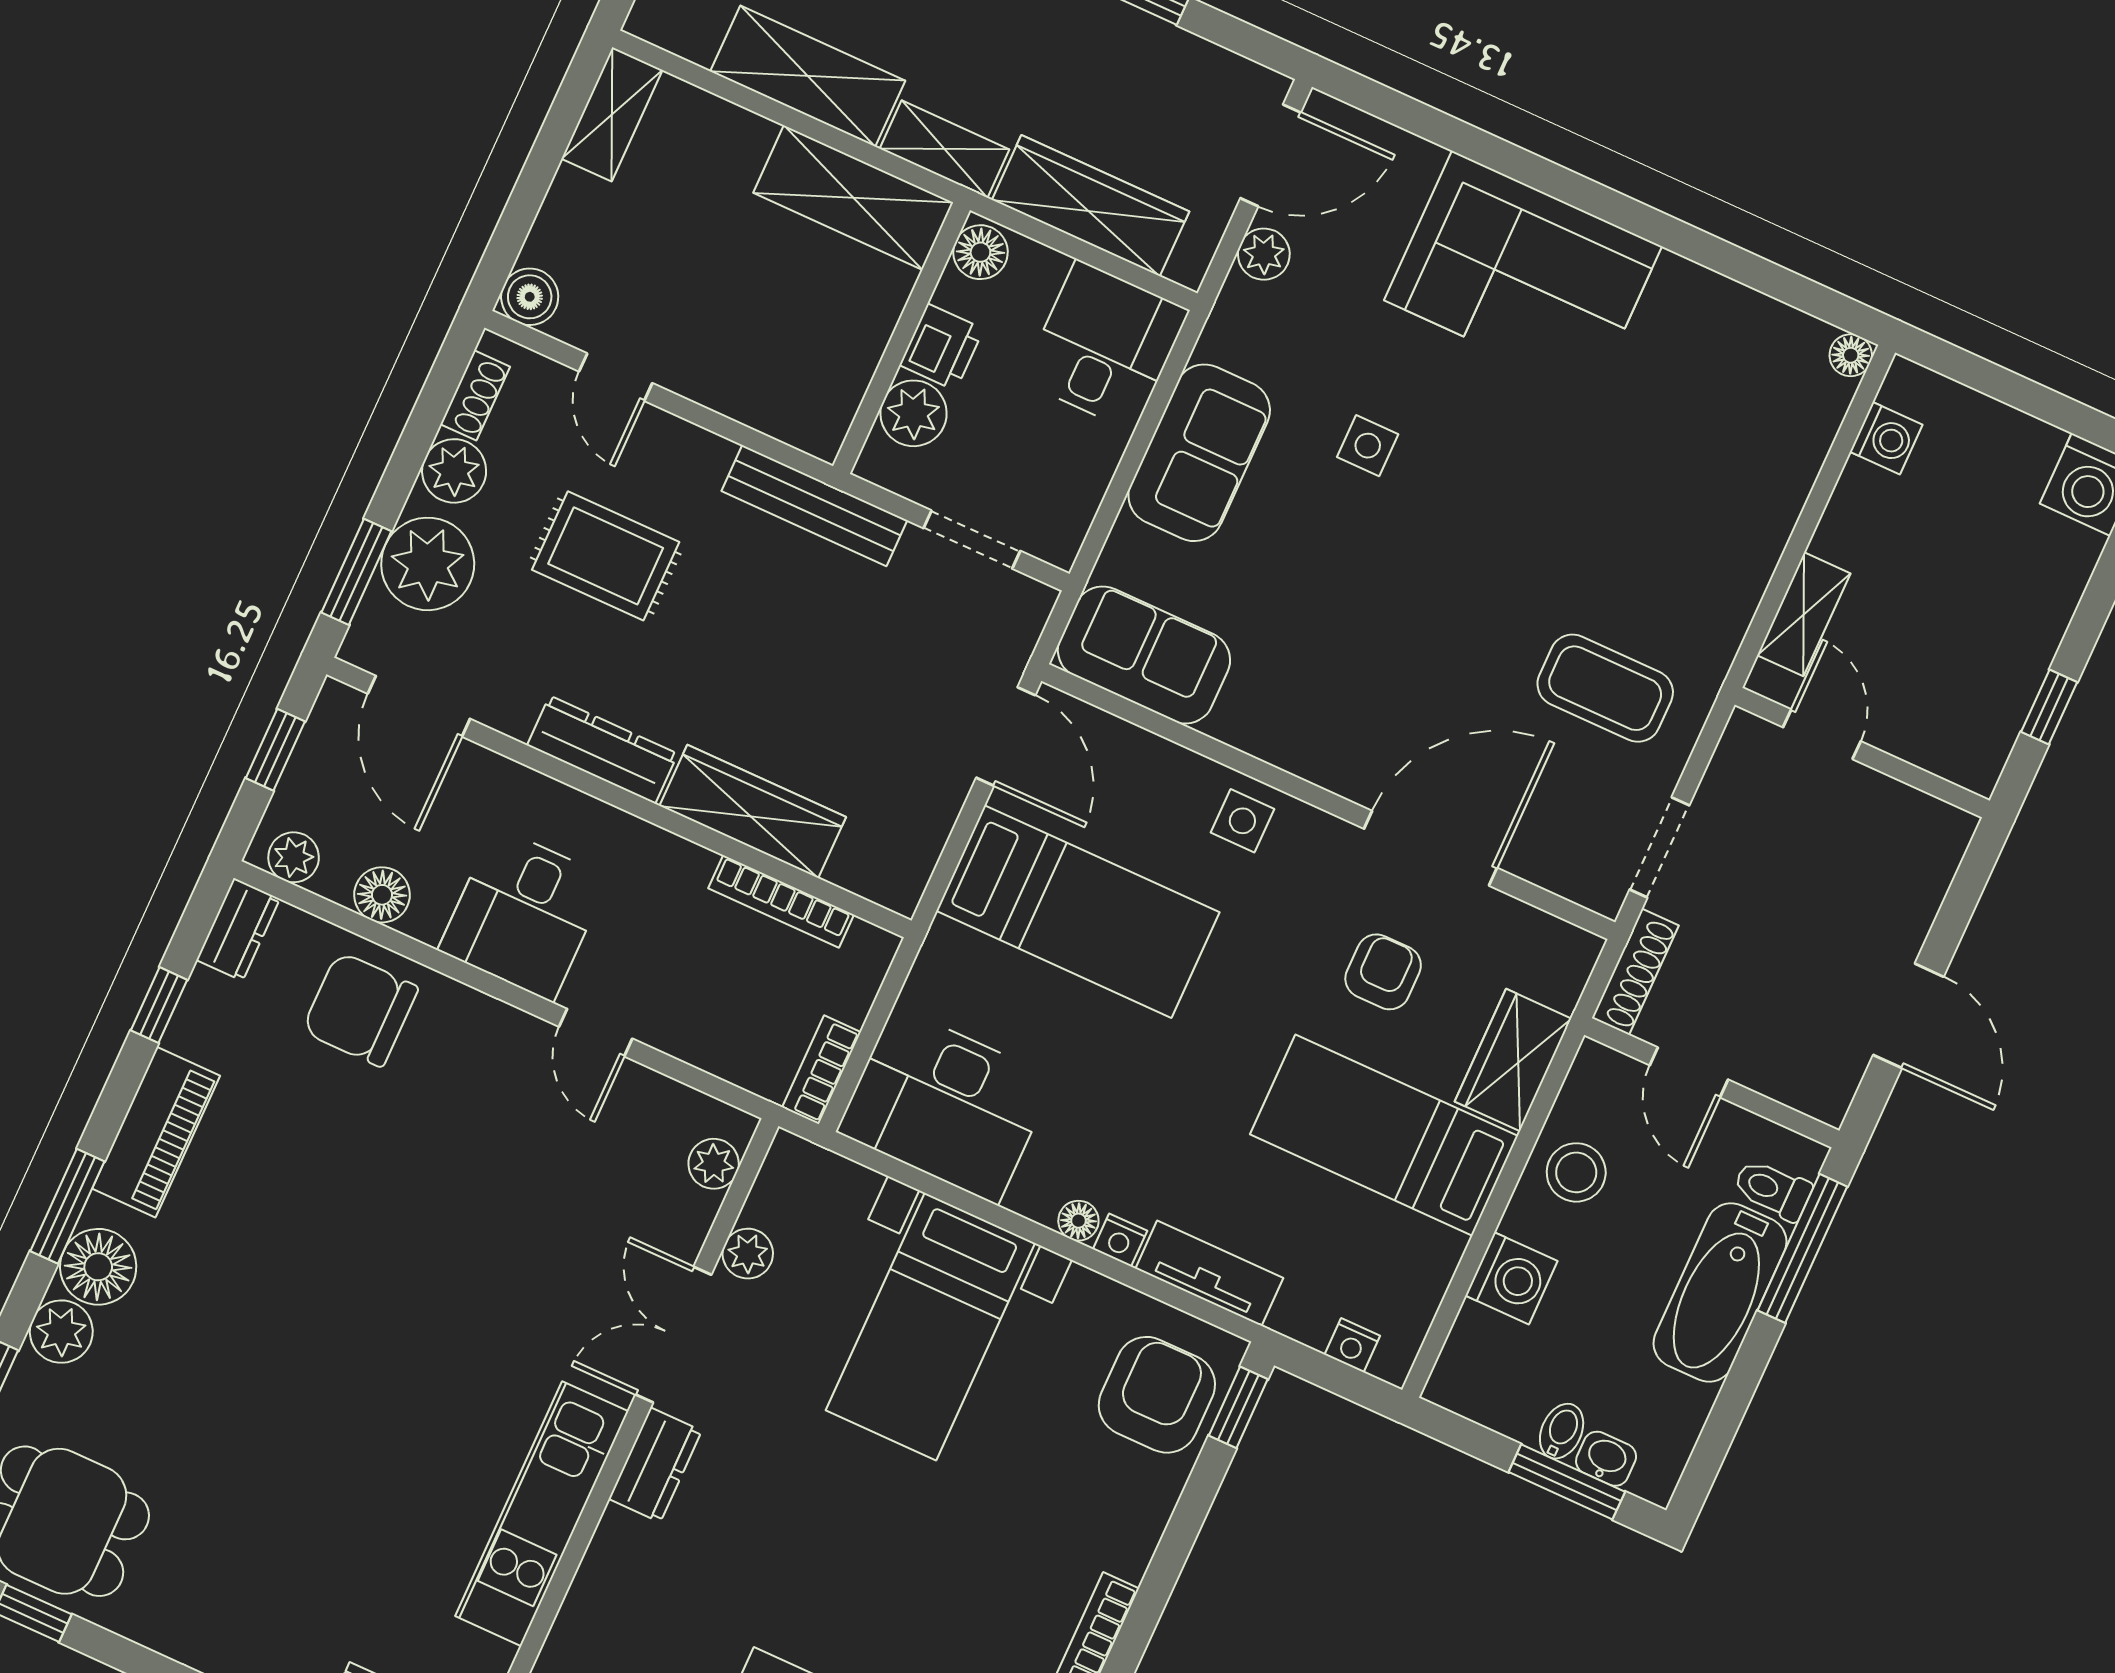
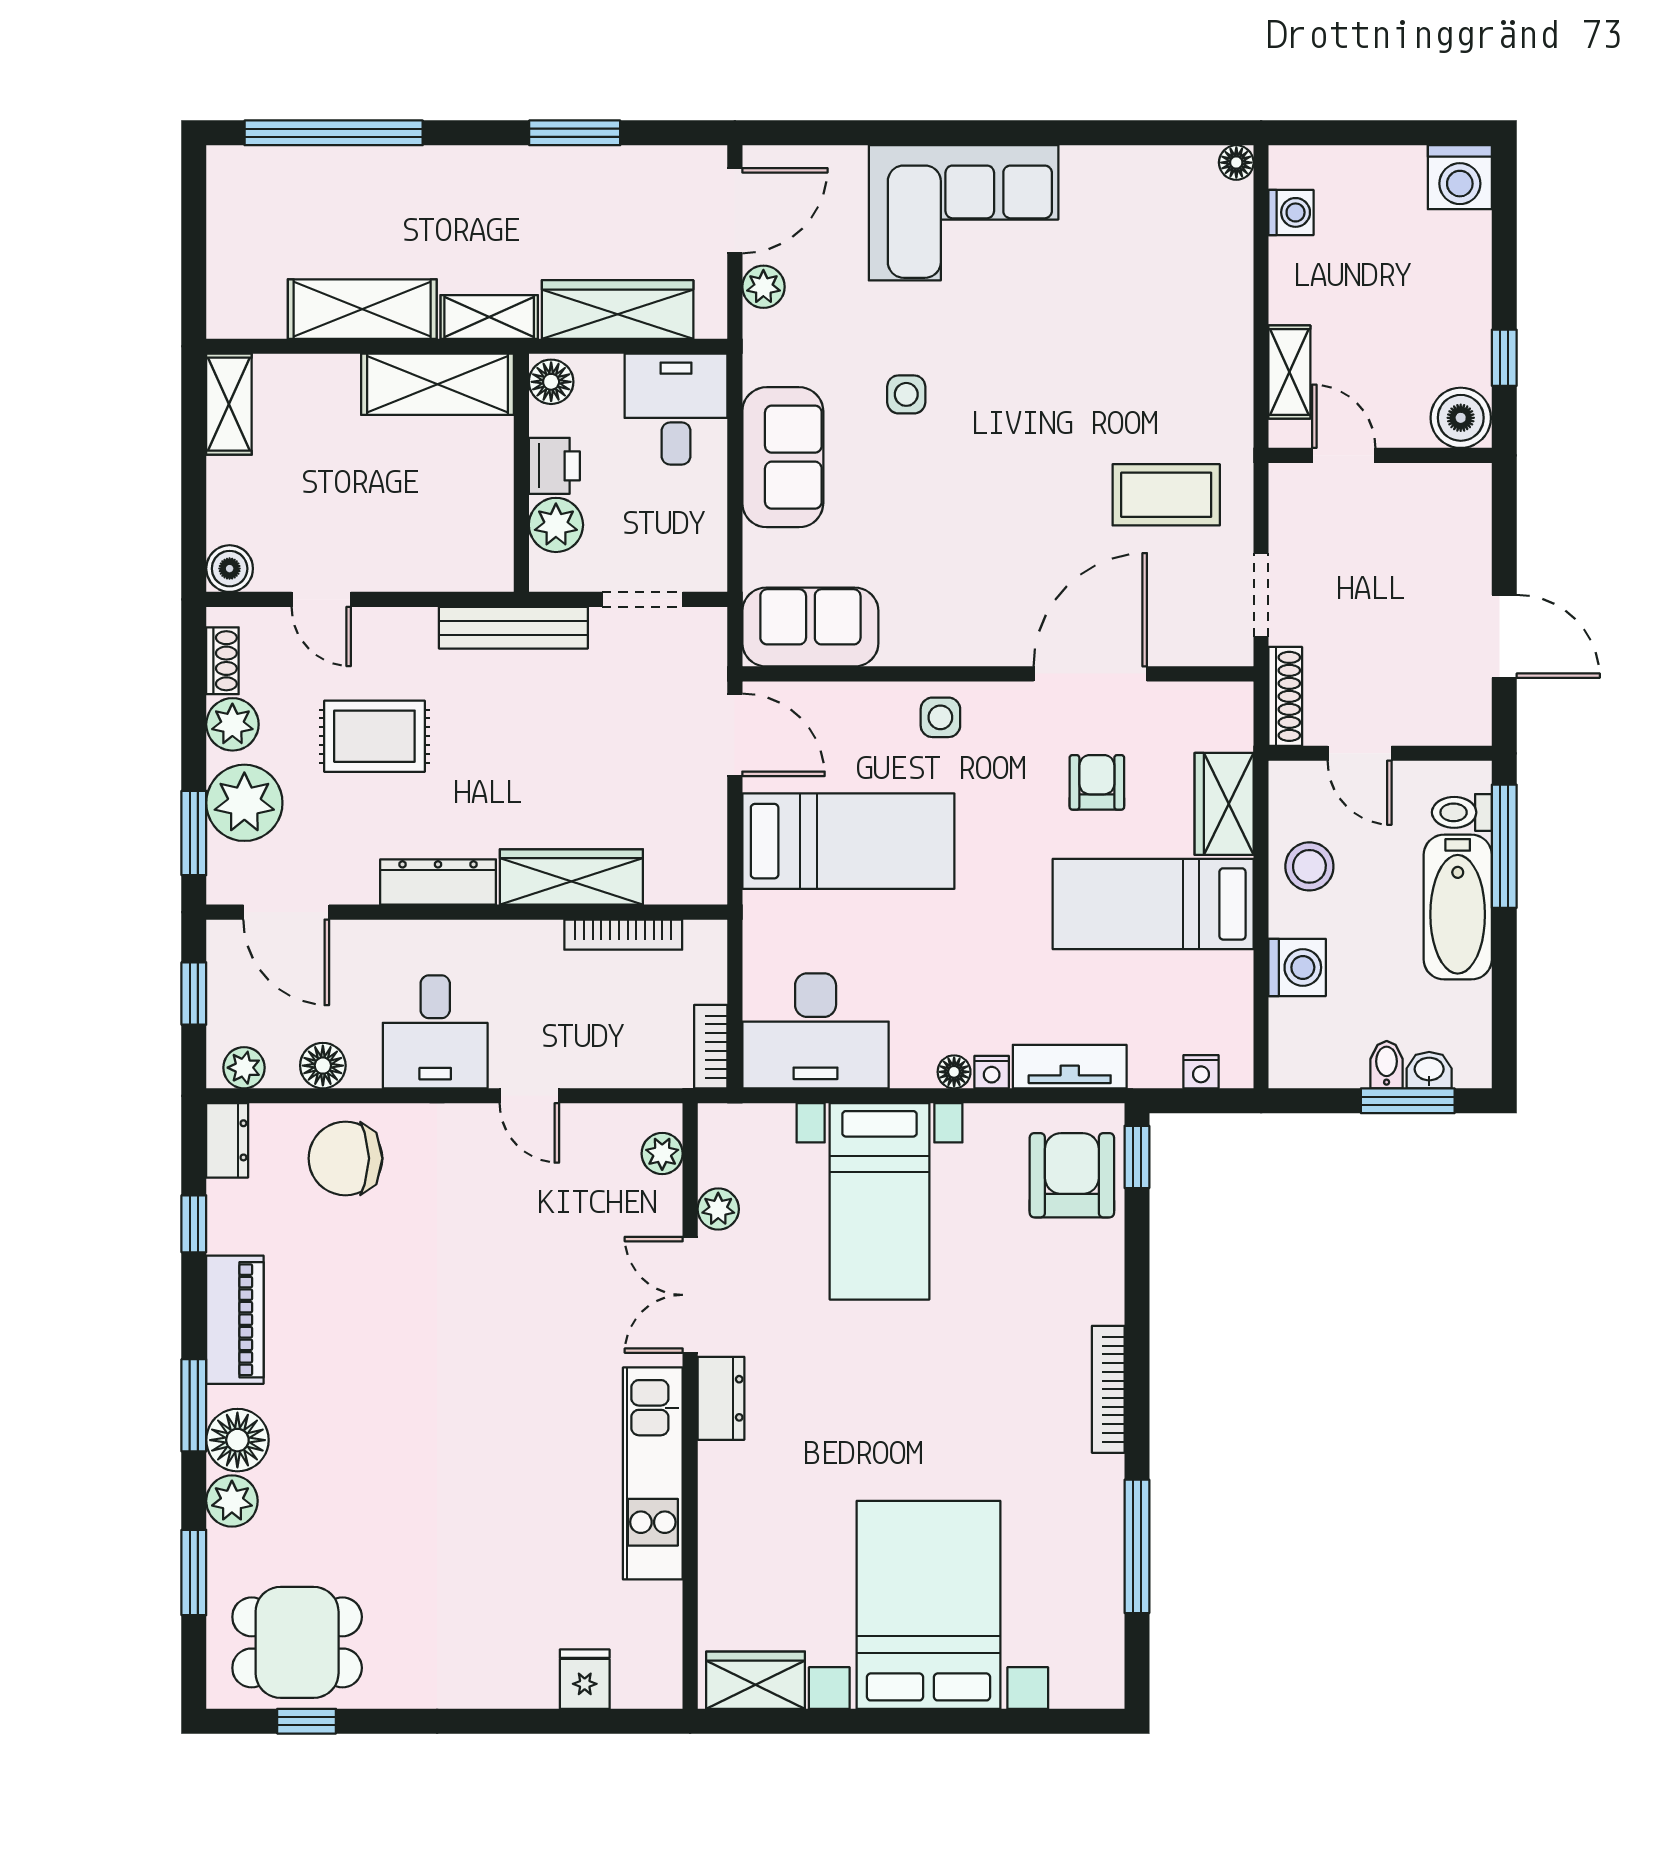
boiler: (1971, 752) -> (1461, 418), added

